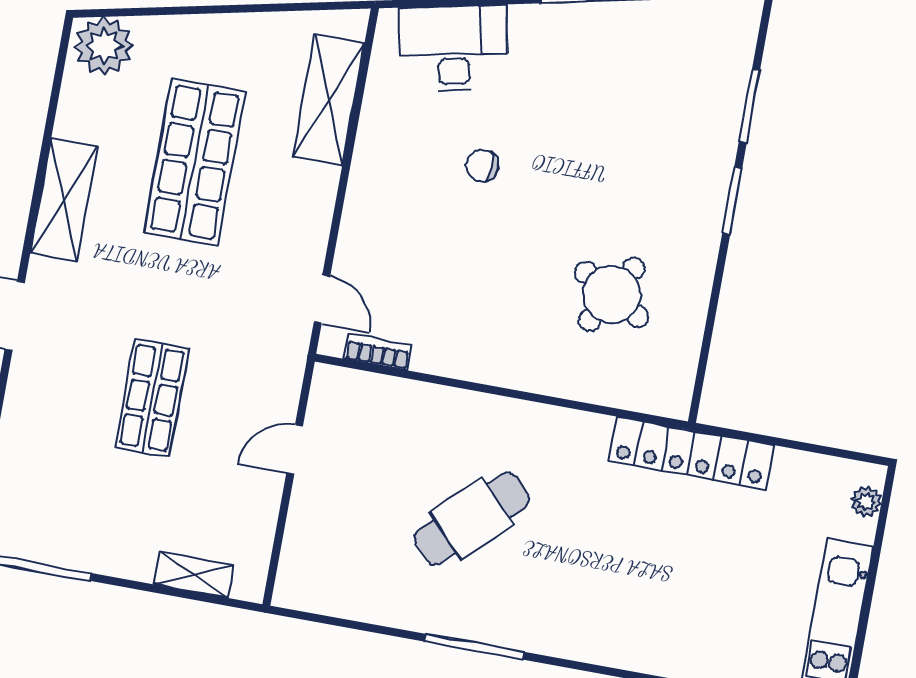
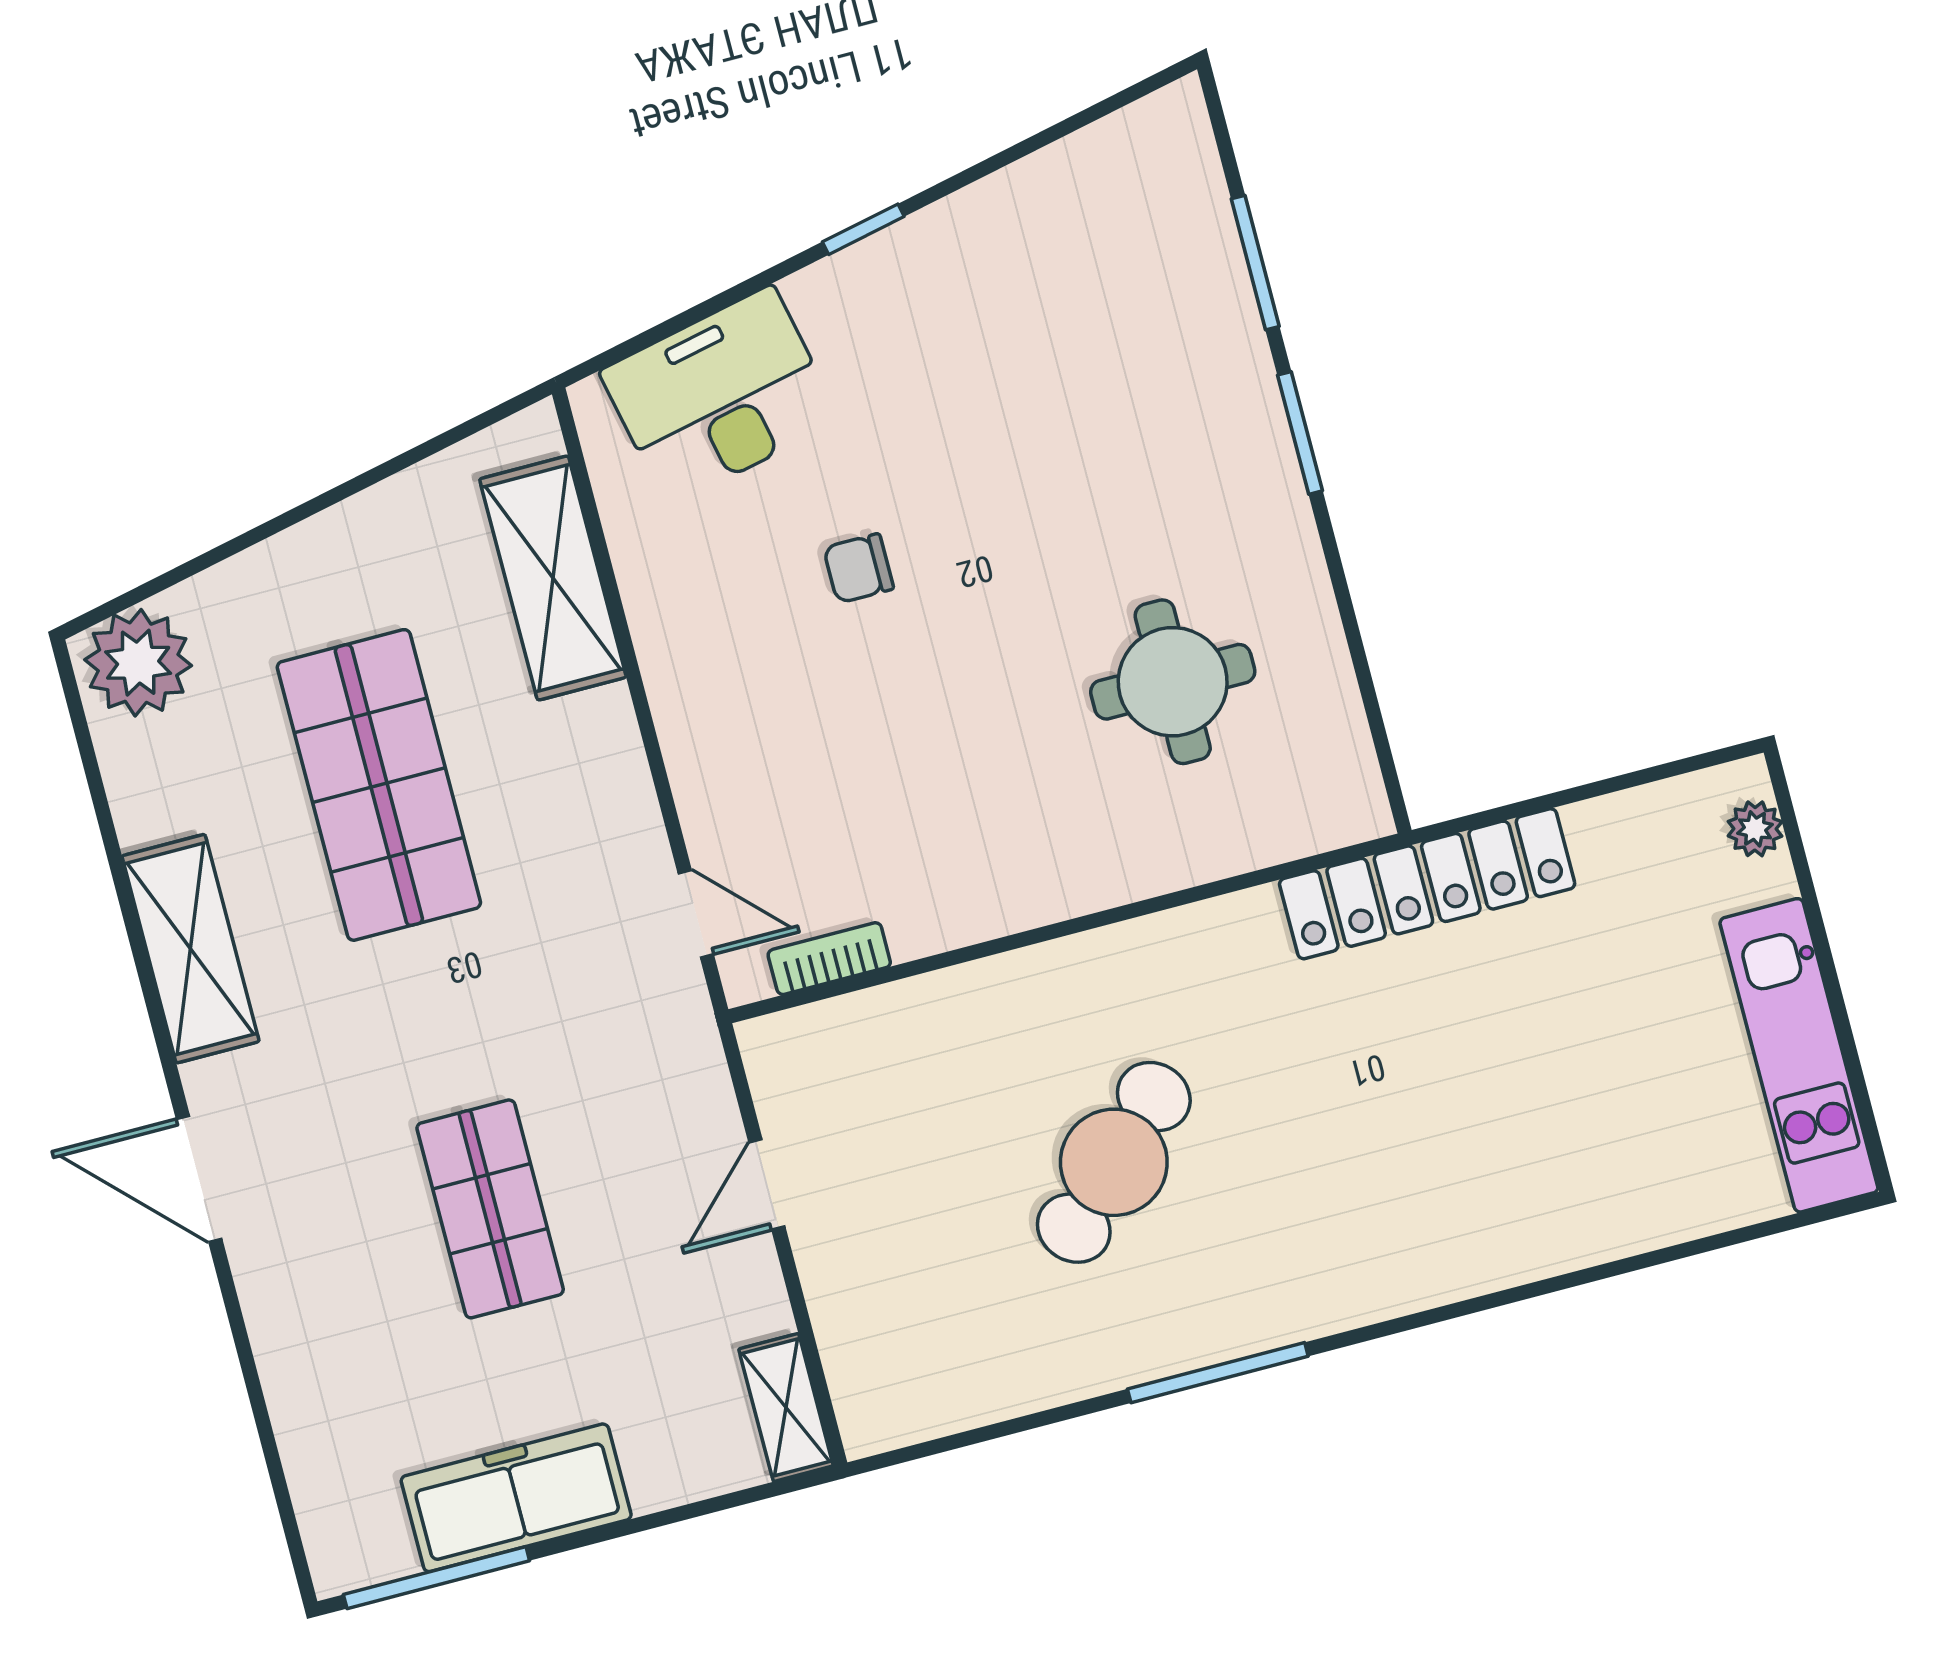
round table: (612, 294) -> (1173, 682), turned -30
freezer: (98, 547) -> (516, 1498), added
shelving: (194, 575) -> (786, 1407), moved, turned 90

